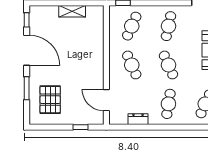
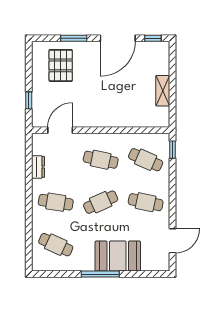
cafe table: (132, 65) -> (101, 160), turned 36
pallet: (50, 100) -> (61, 65), turned 90

